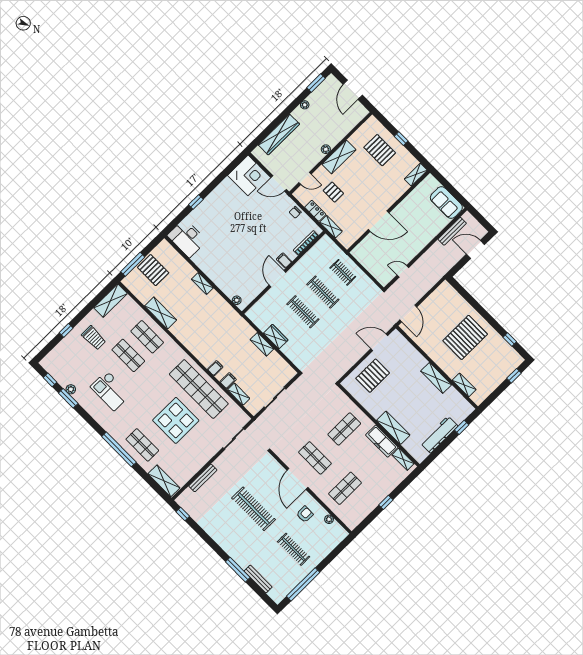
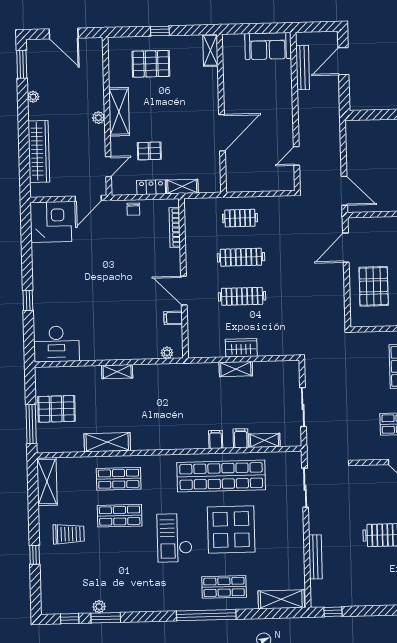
filing cabinet: (284, 260) -> (173, 318), moved
checkout: (110, 391) -> (175, 538), moved, turned 90

